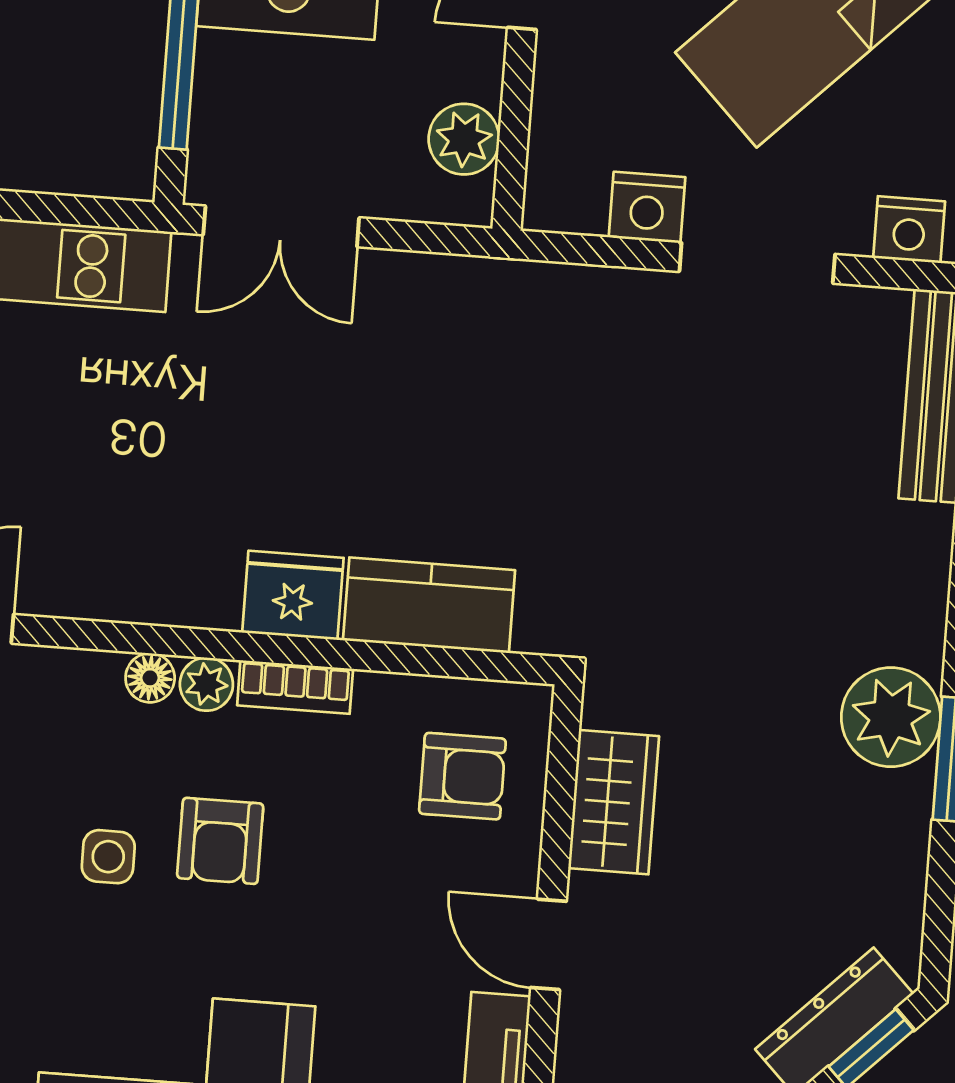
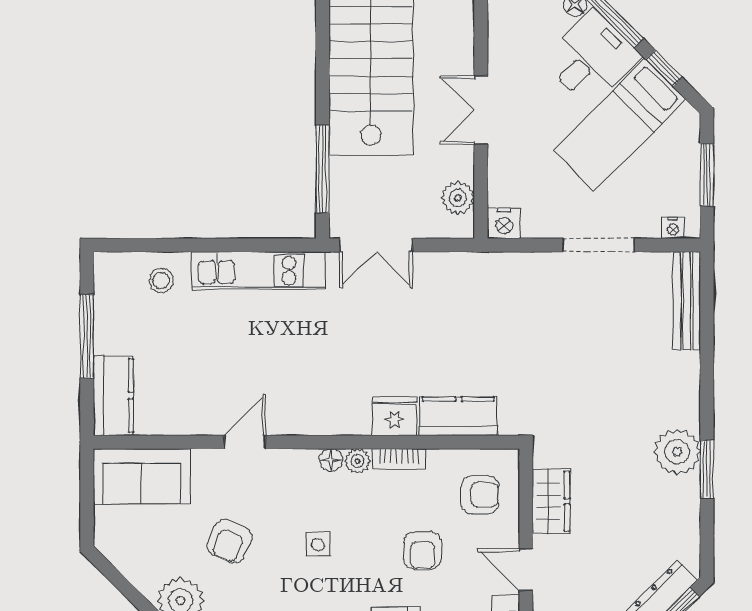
nightstand: (647, 207) -> (504, 223), moved
nightstand: (909, 230) -> (673, 228), width x0.72, depth x0.74
armchair: (220, 841) -> (422, 551), moved

